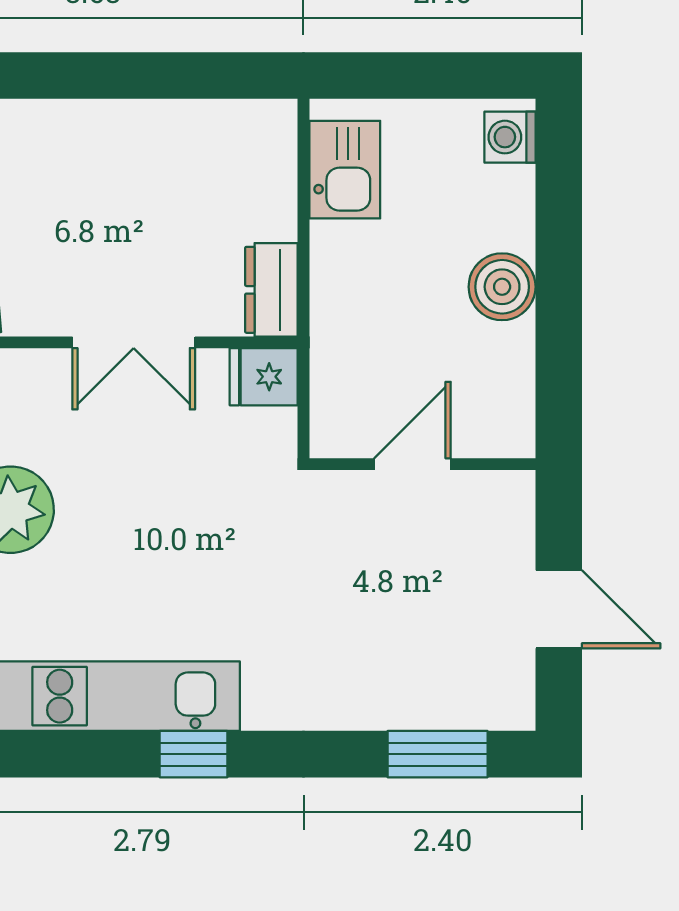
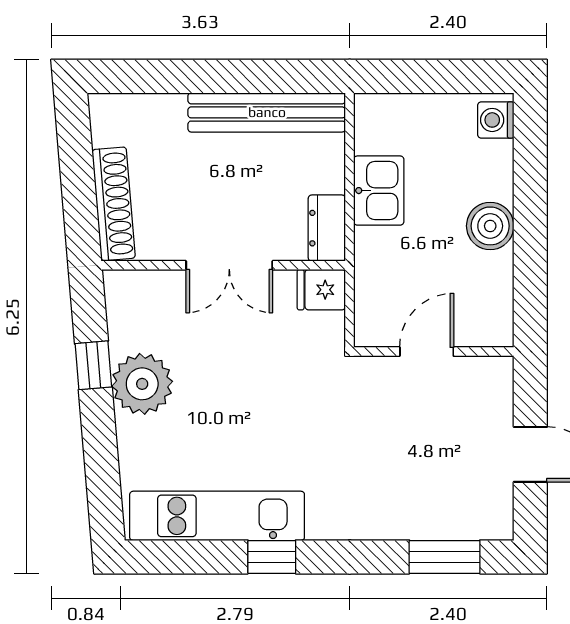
bench: (186, 126) -> (267, 112), added
kitchen sink: (345, 170) -> (379, 191), moved

